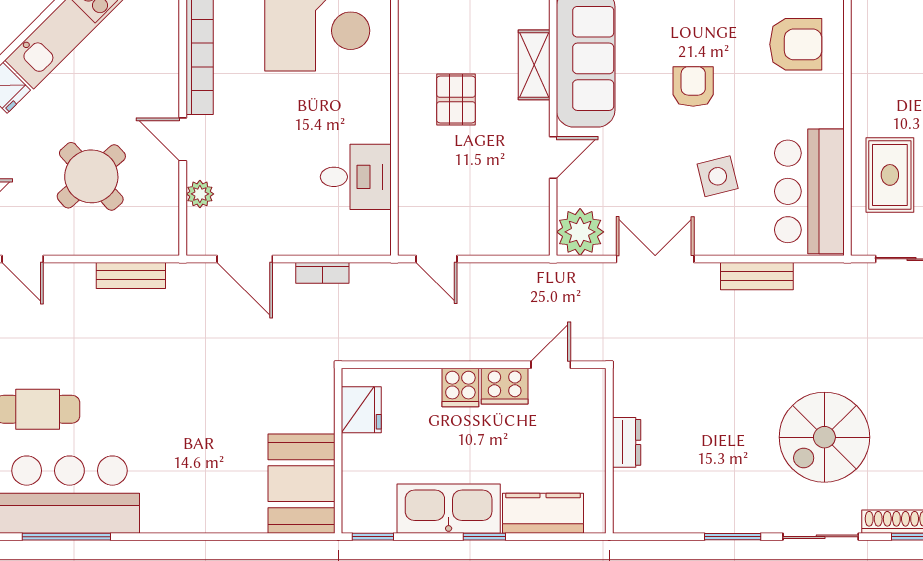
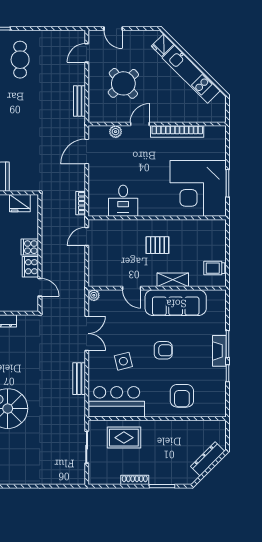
plant: (580, 232) -> (94, 295), width x0.53, depth x0.53
bookcase: (322, 273) -> (81, 203), moved

